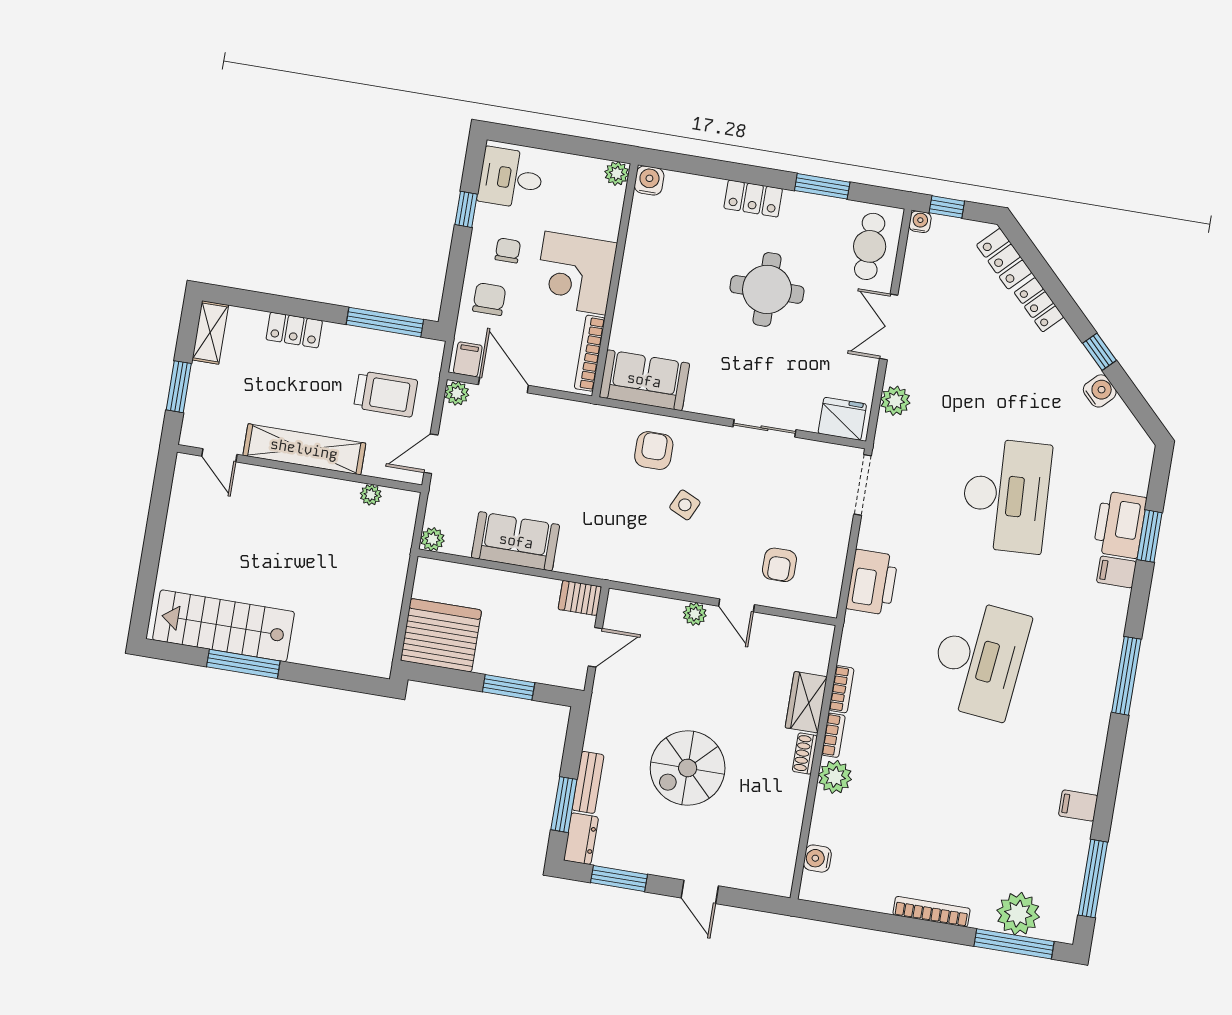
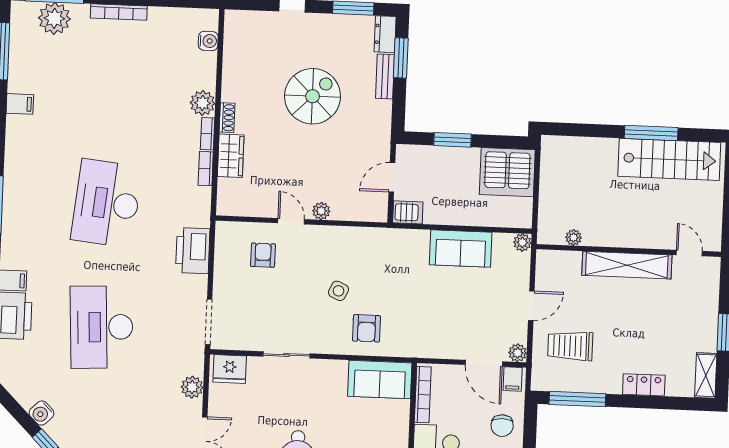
shelving: (304, 449) -> (627, 265), moved
door: (219, 455) -> (689, 253), moved
wall: (299, 469) -> (629, 250), moved
plant: (371, 495) -> (573, 237), moved

